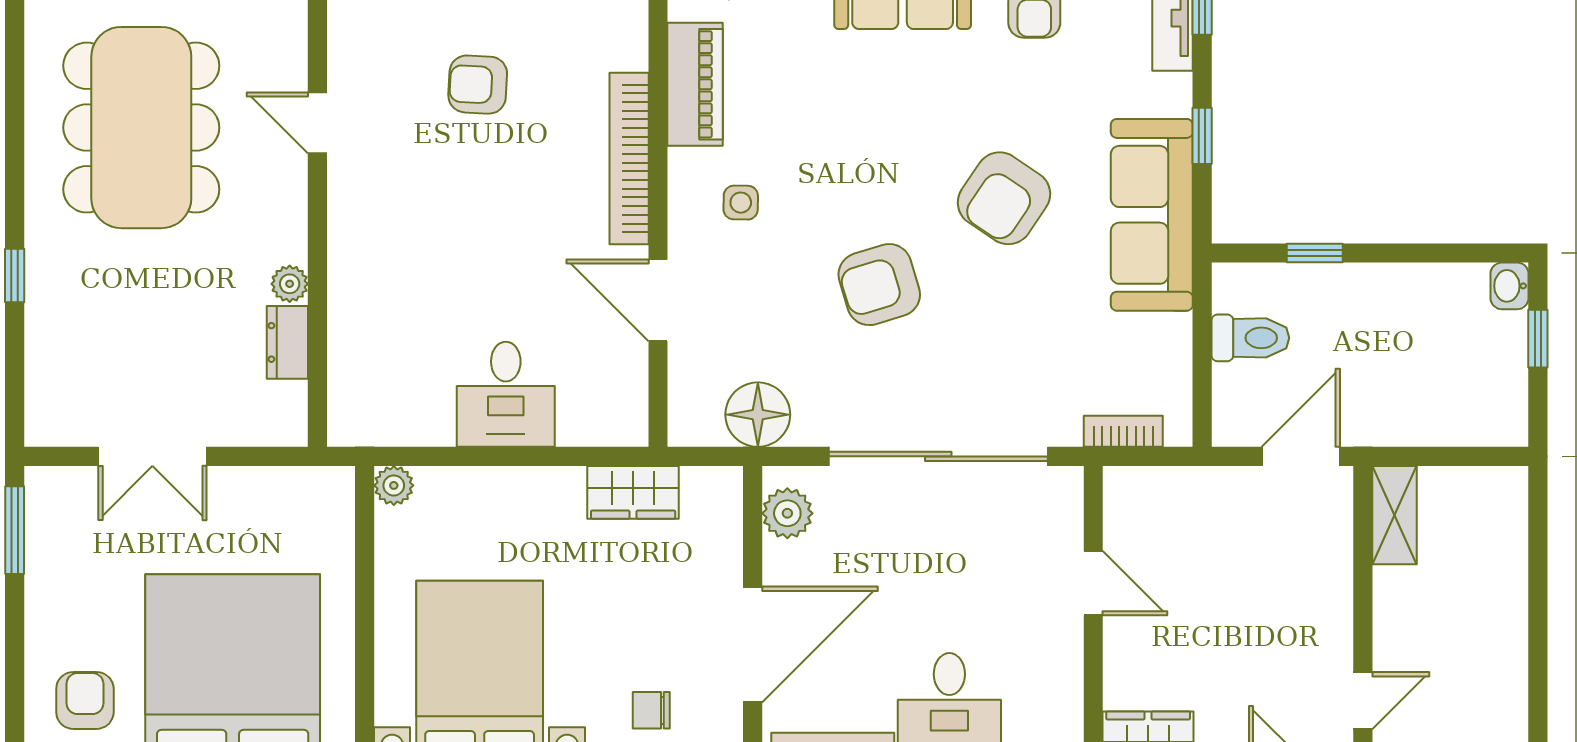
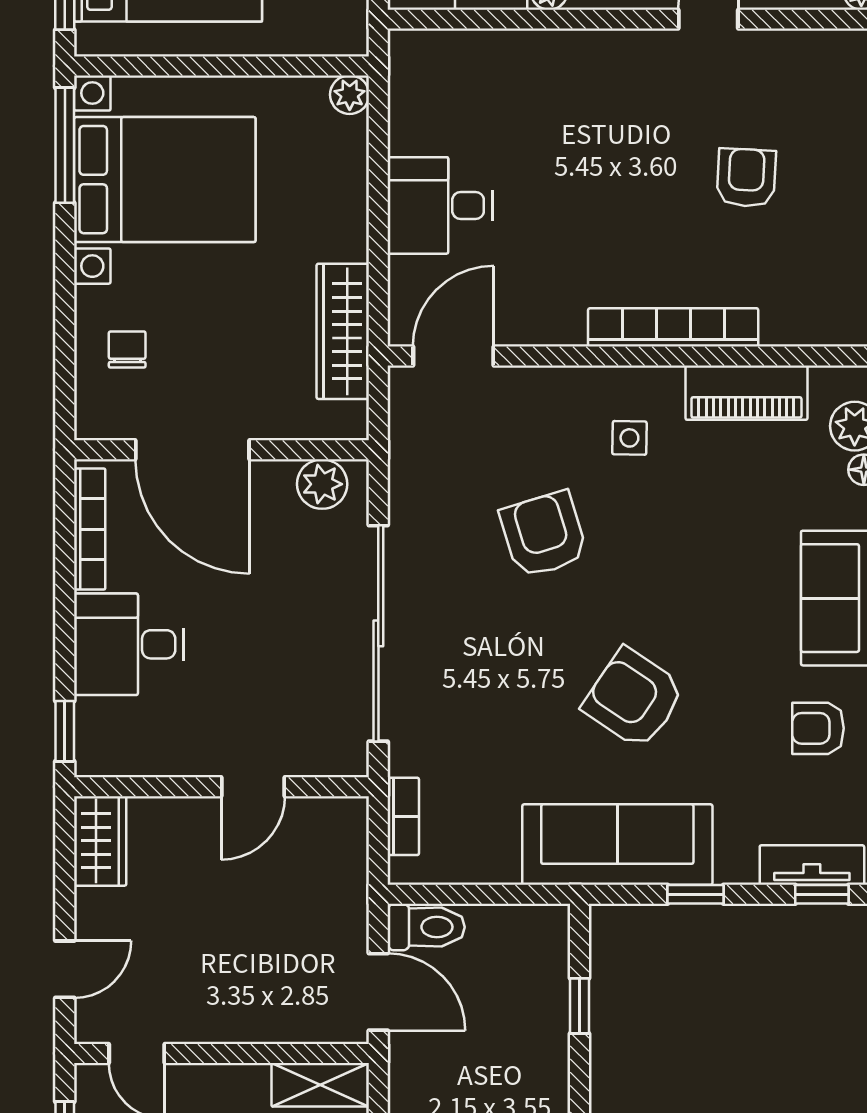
armchair: (879, 285) -> (544, 534), moved
door: (658, 300) -> (453, 356), moved
toilet: (1250, 338) -> (426, 927), moved, turned -90
floor lamp: (758, 415) -> (420, 455), removed
wardrobe: (633, 492) -> (343, 331), width x1.50

